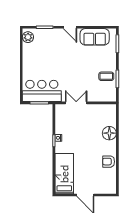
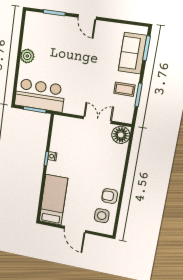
plant: (28, 37) -> (27, 56), moved
sofa: (95, 37) -> (132, 53), moved, turned 90
double door: (76, 103) -> (97, 120), moved
floor lamp: (109, 133) -> (121, 135), moved
side table: (105, 179) -> (102, 216), added

